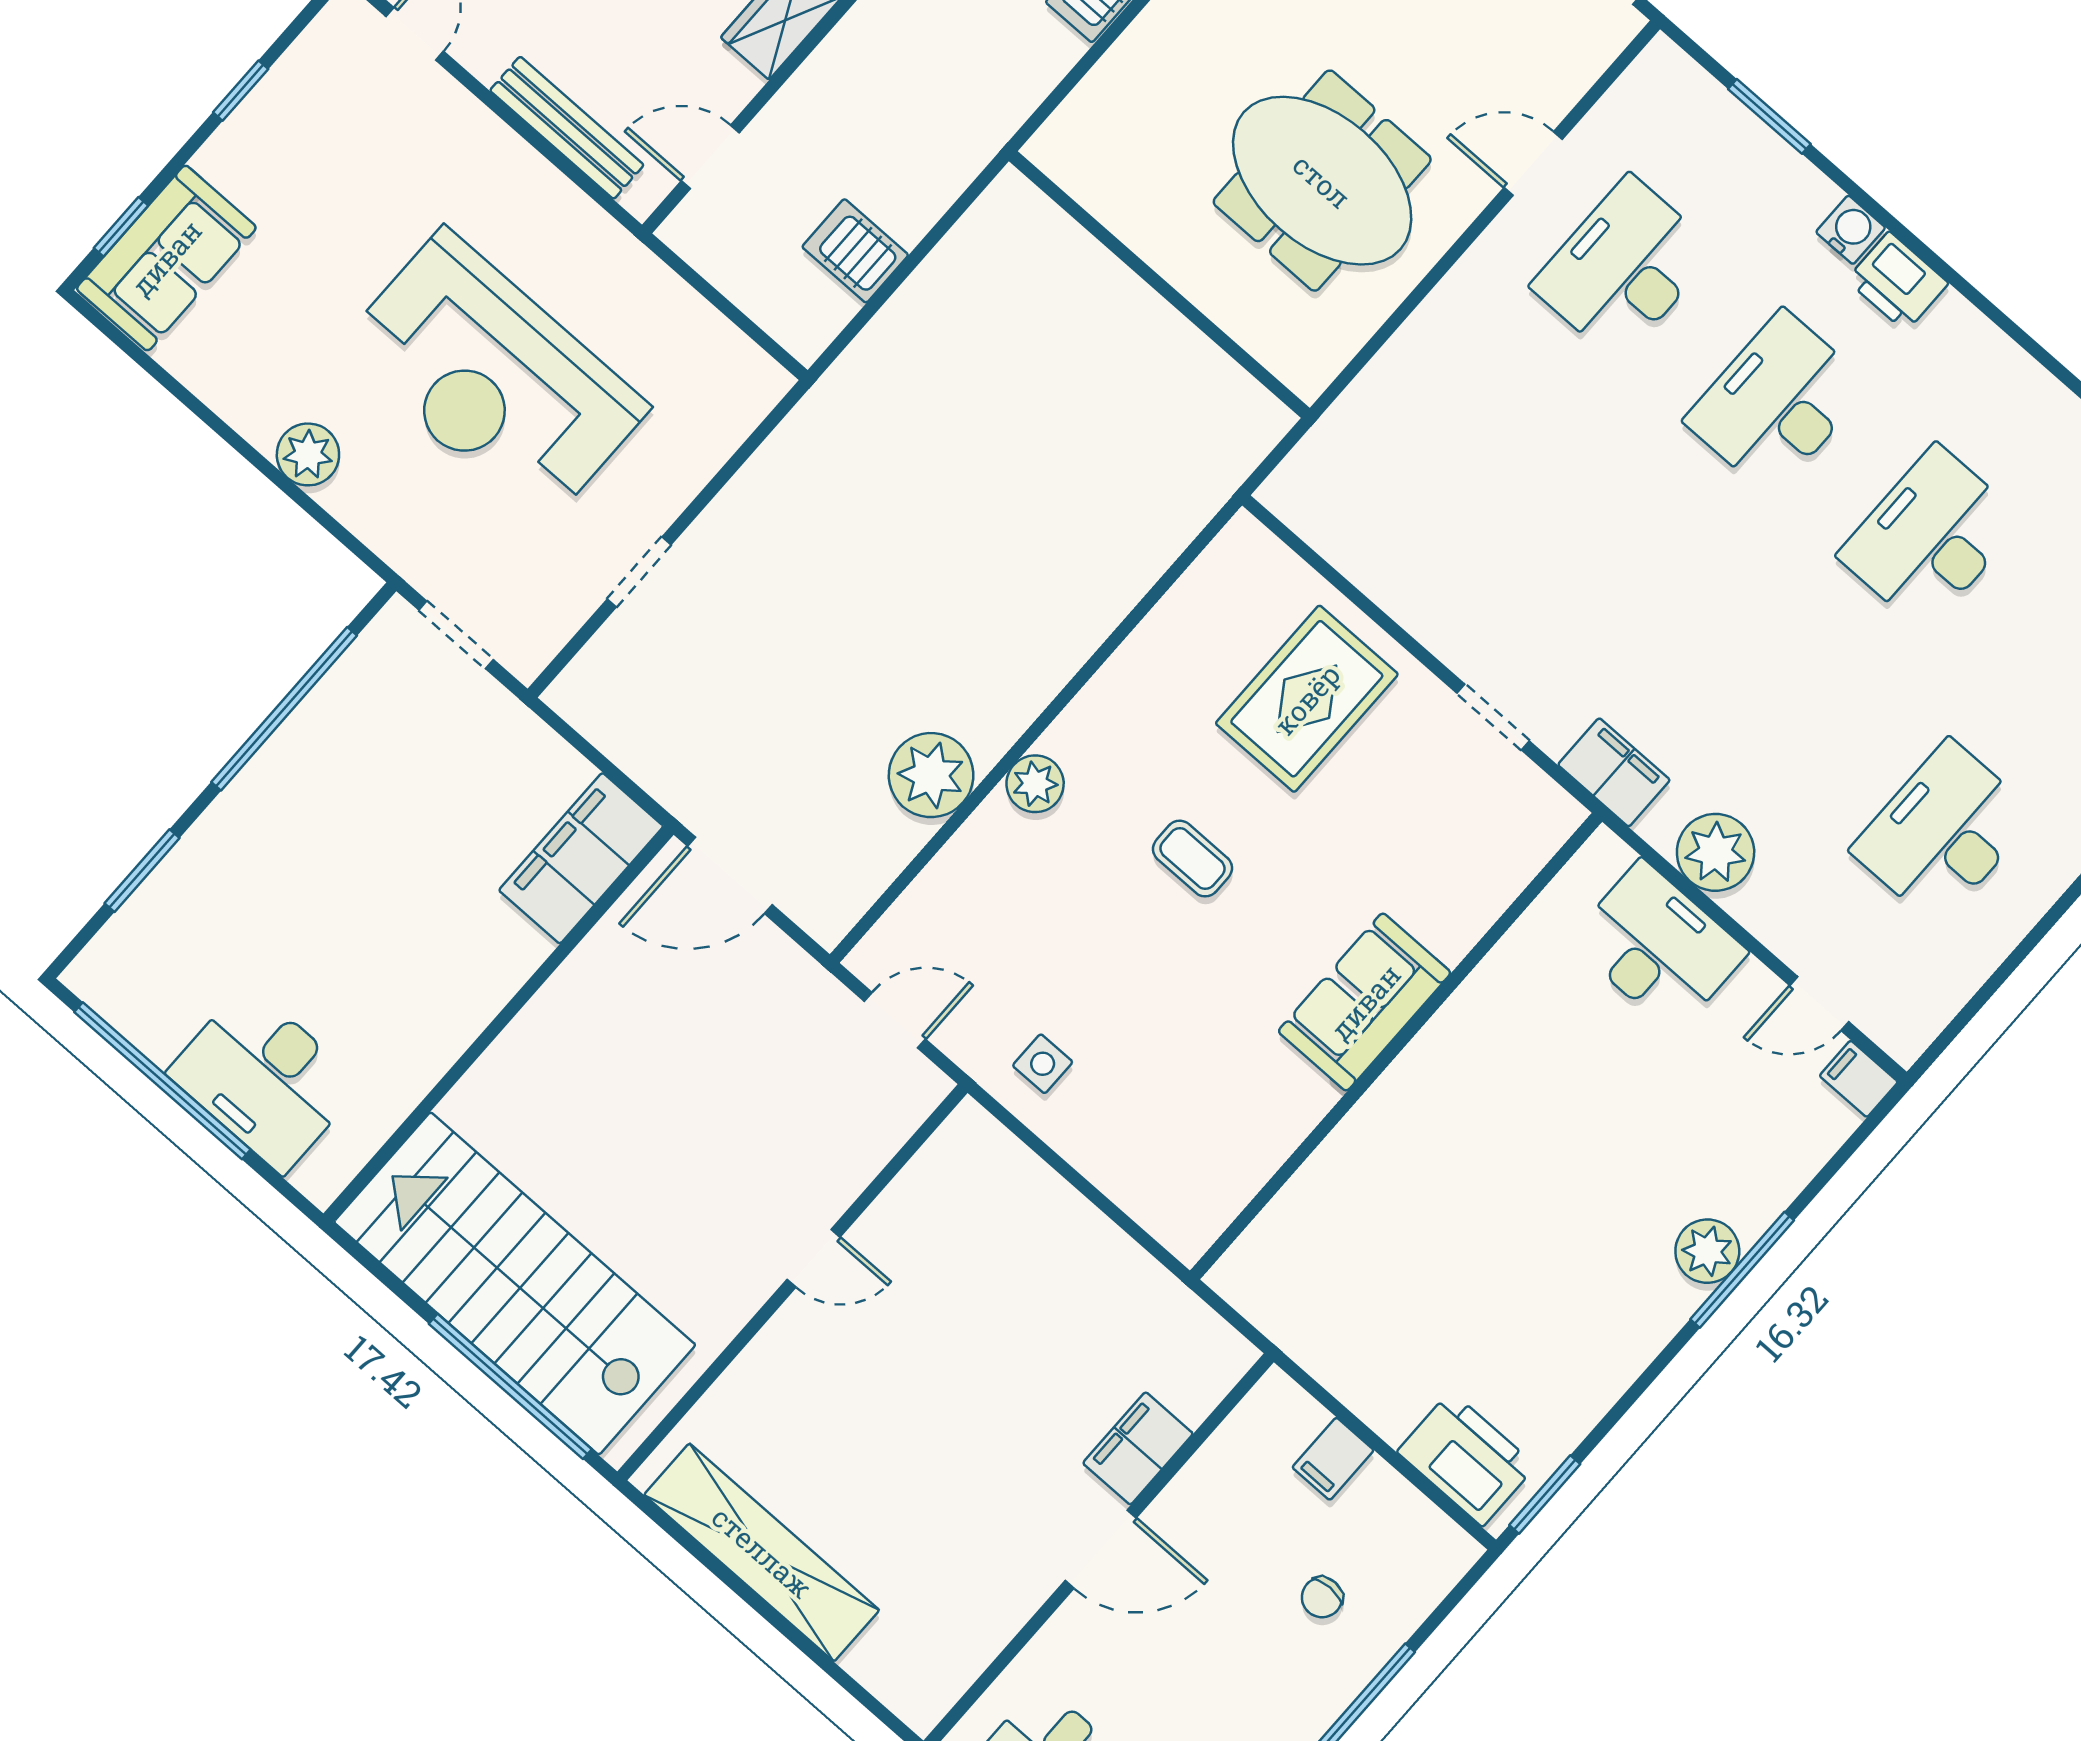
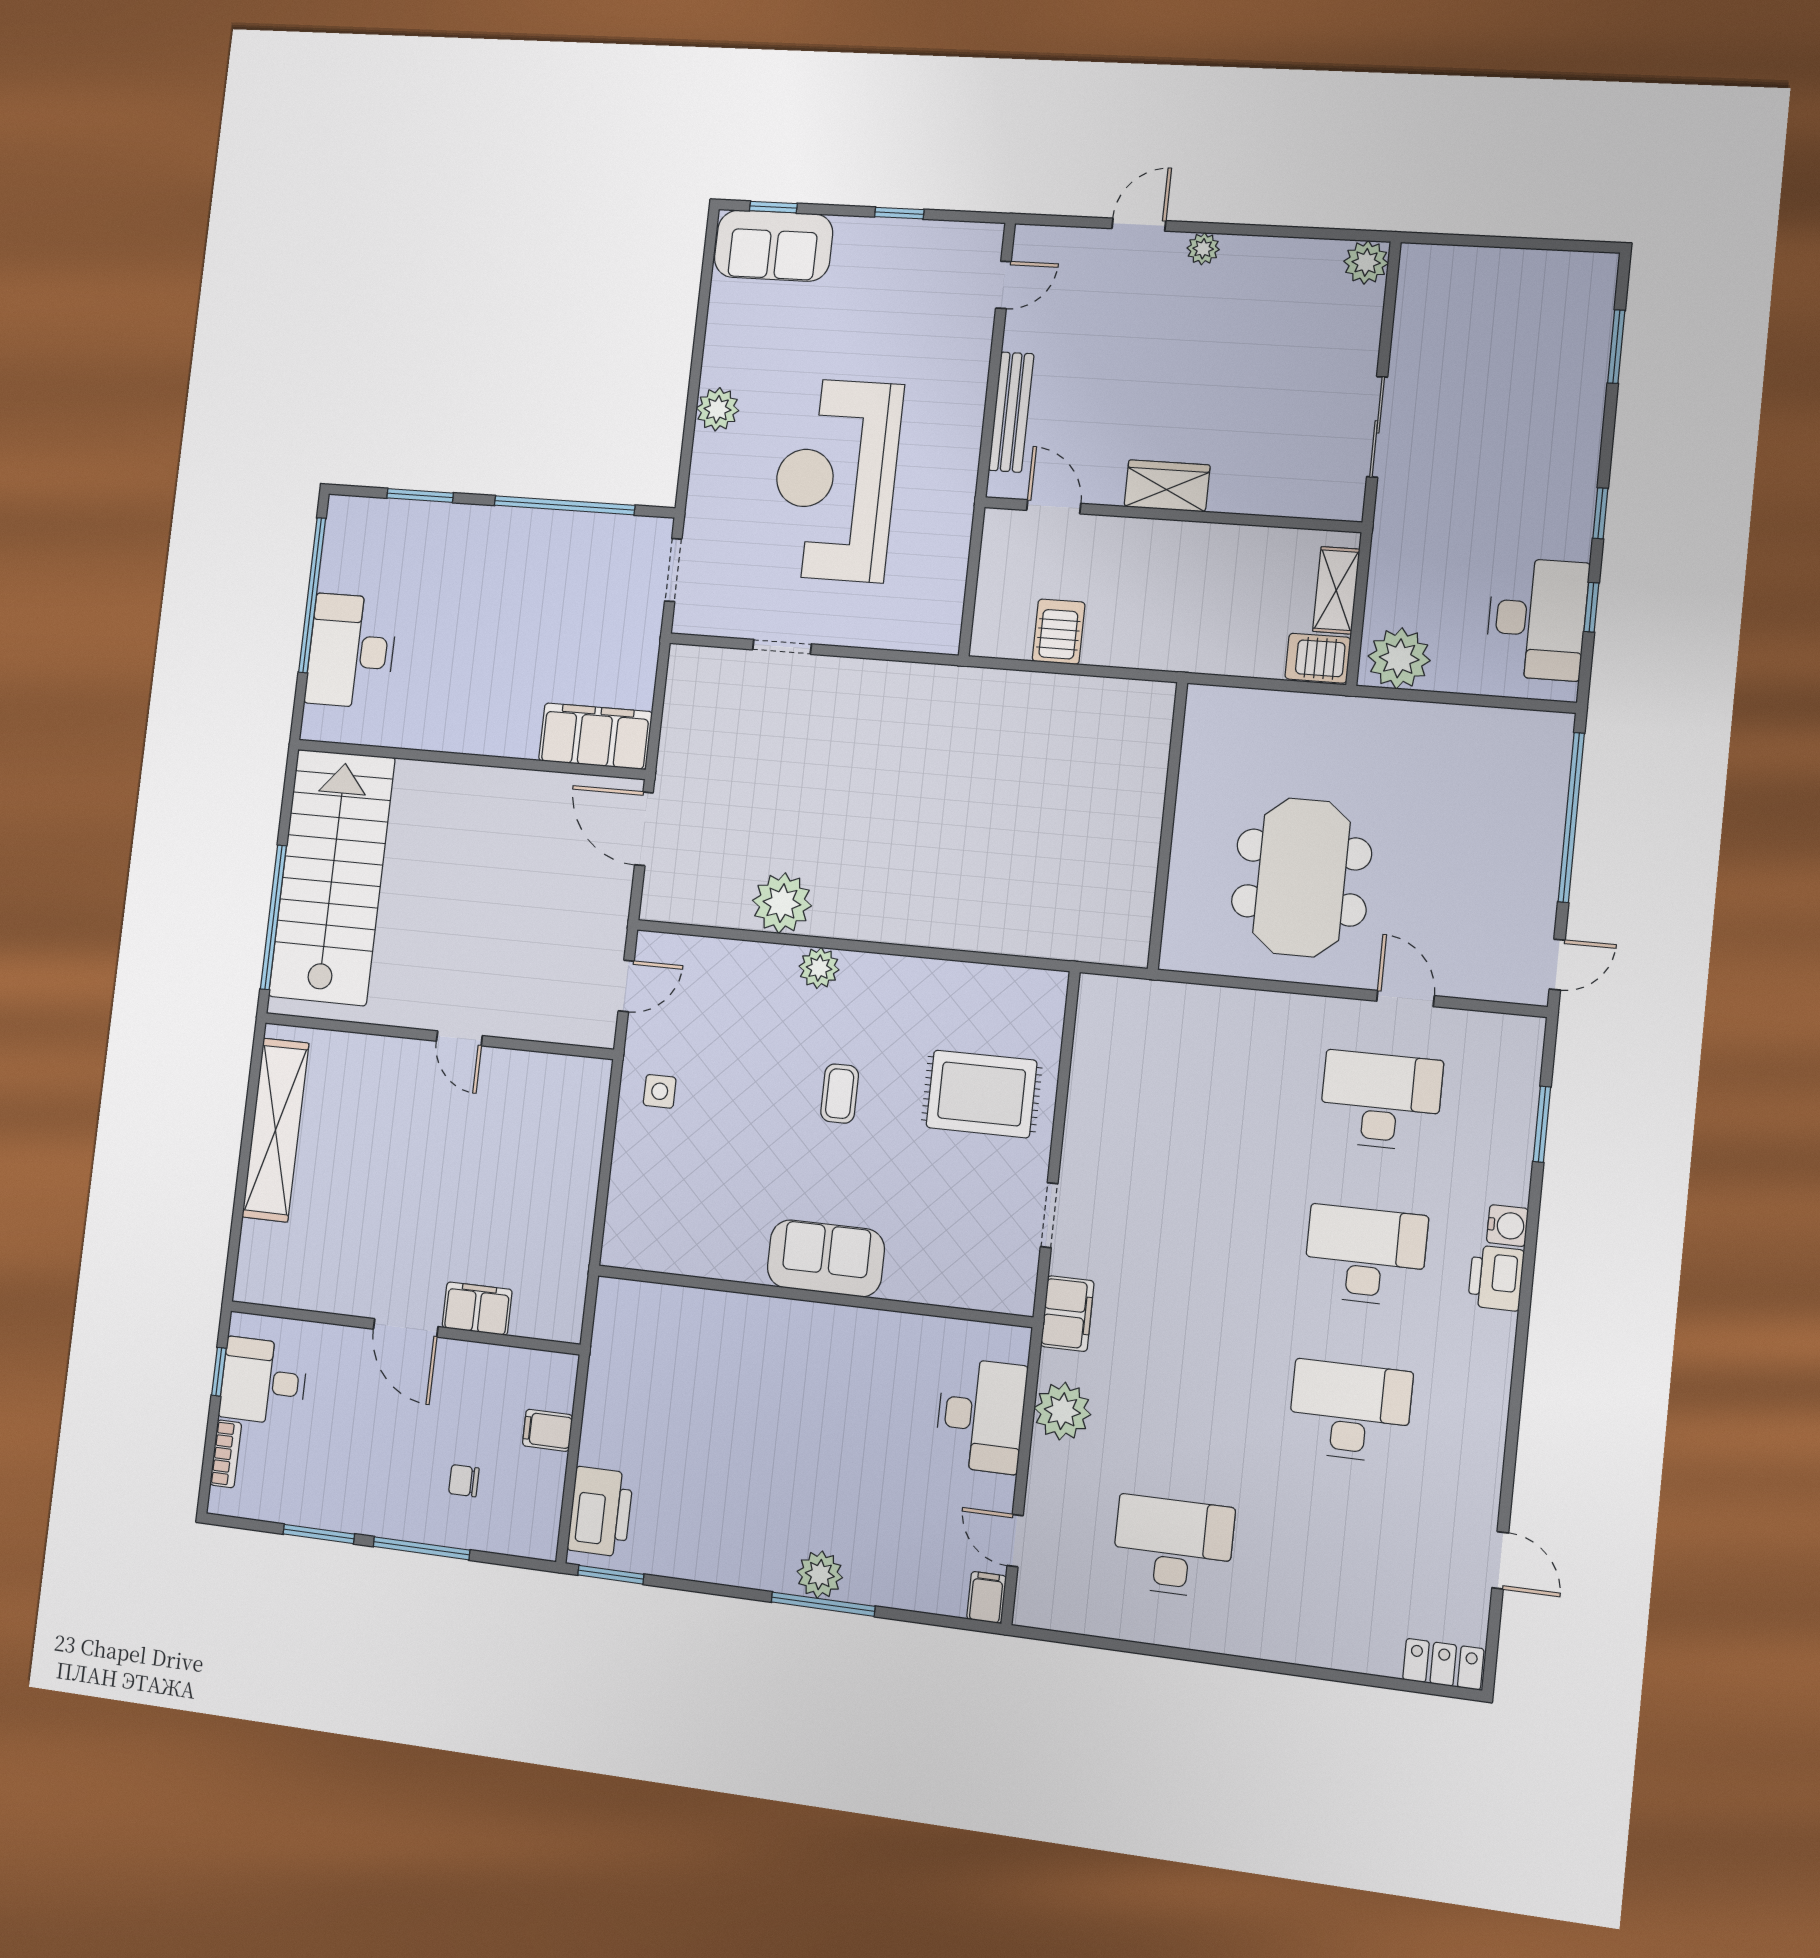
door: (895, 1020) -> (626, 986), hinge flipped

